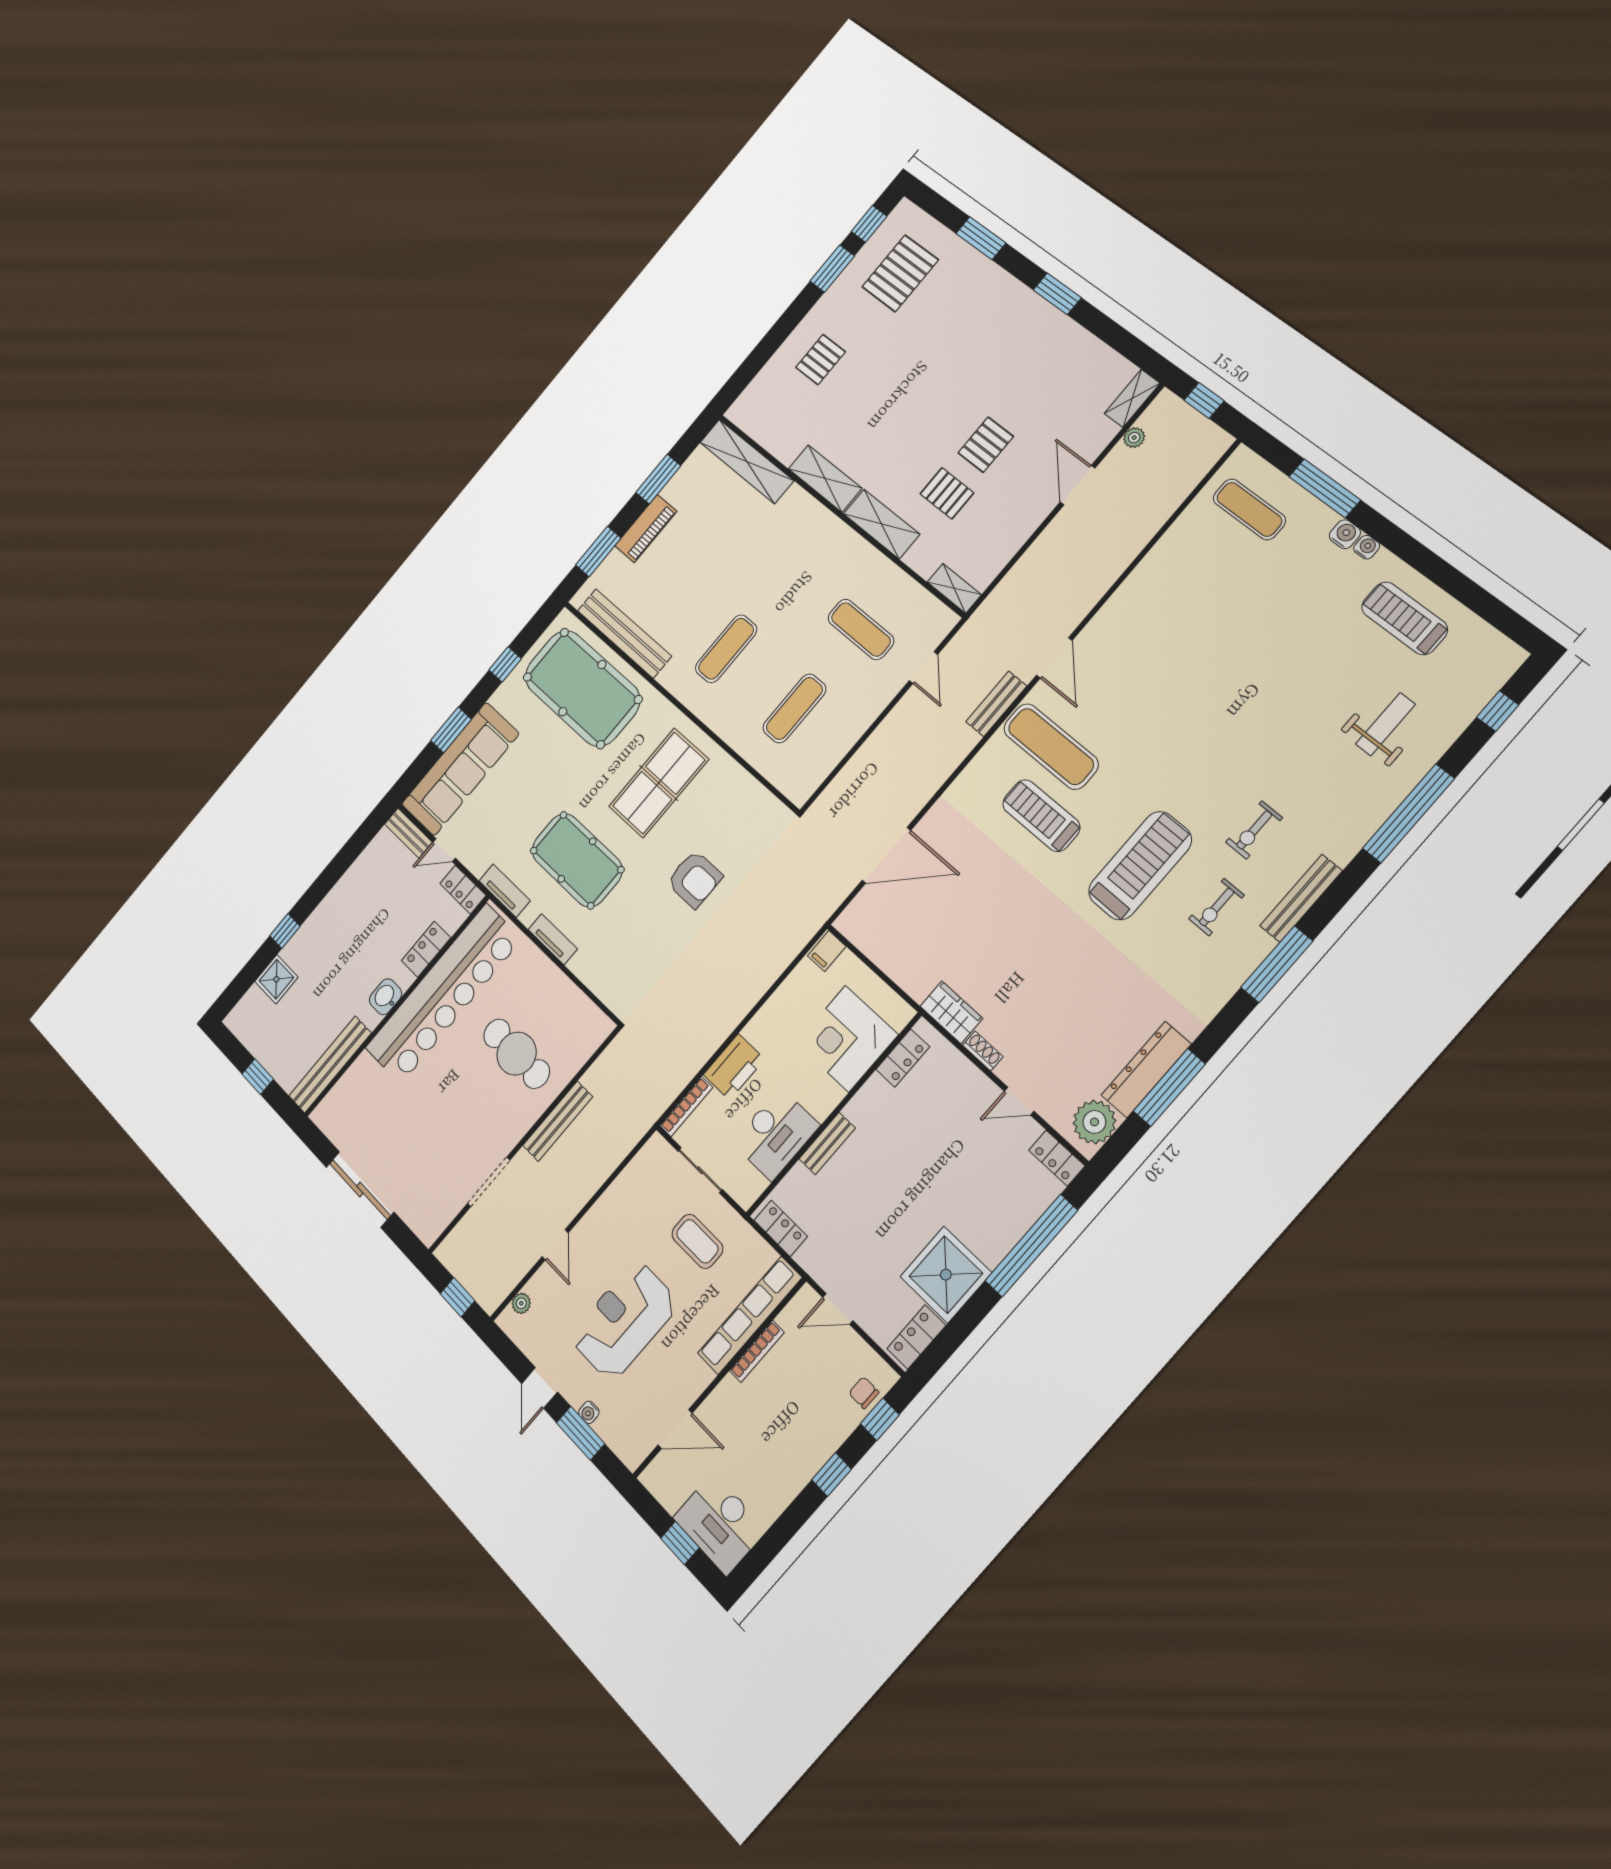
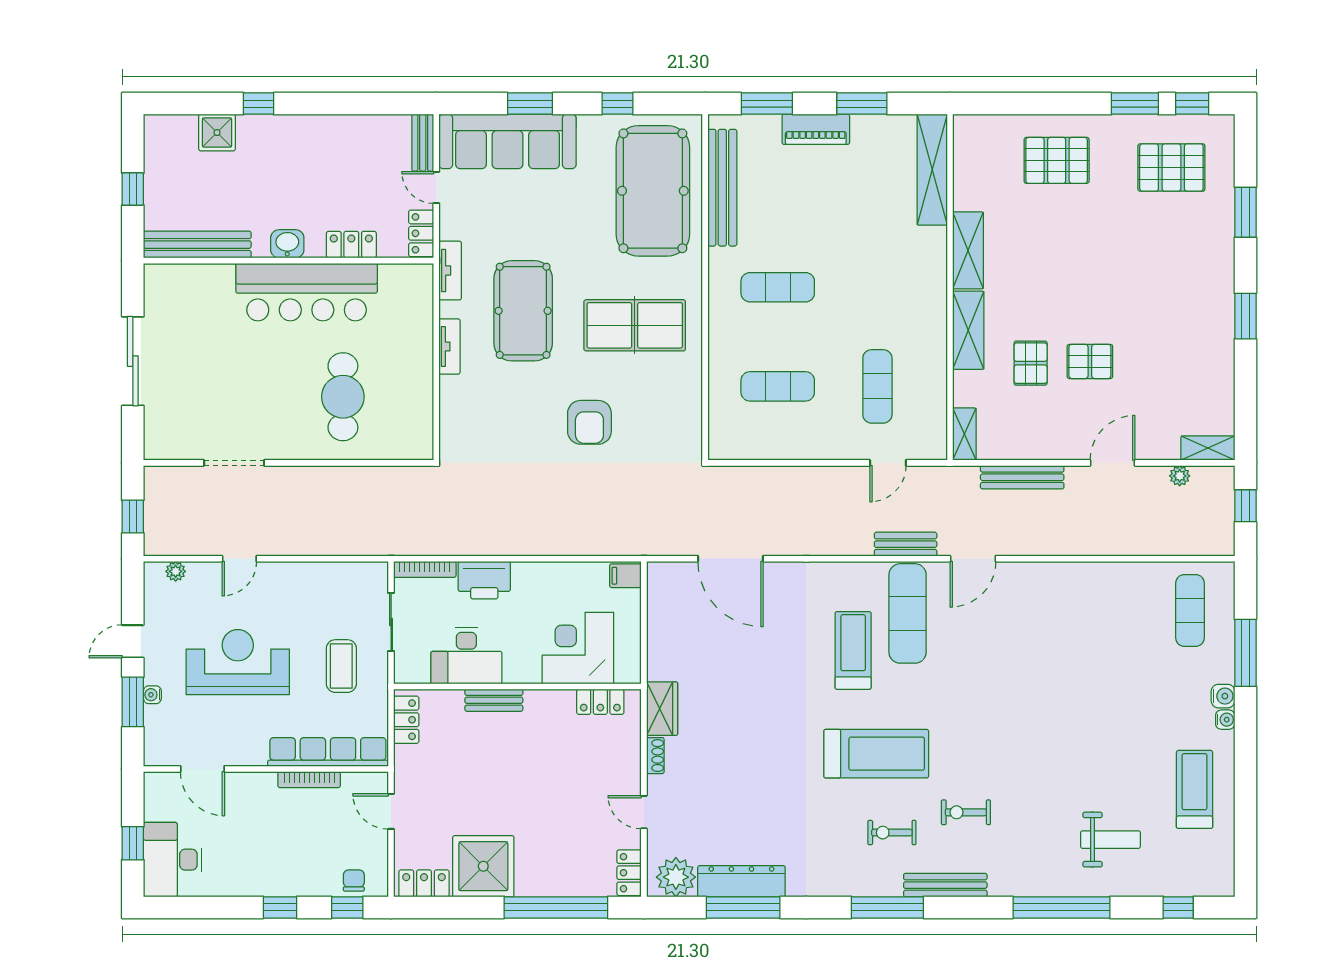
pallet: (821, 360) -> (1057, 160), width x1.50, depth x1.42
bar counter: (443, 994) -> (307, 292), width x0.73
bench: (558, 1121) -> (1022, 477), moved

